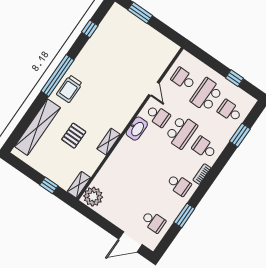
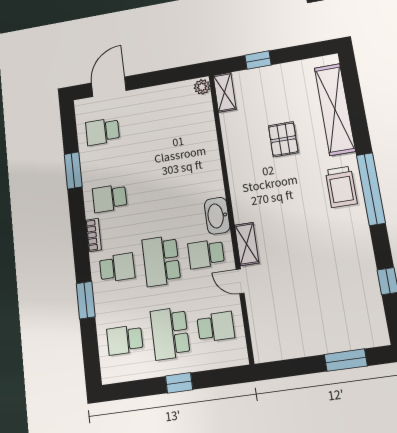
window: (234, 78) -> (179, 383), moved
trolley: (69, 89) -> (341, 187), turned 180
school desk: (207, 95) -> (170, 333), turned 180
school desk: (230, 111) -> (125, 340), turned 180
window: (240, 135) -> (86, 300), moved
shelving: (109, 142) -> (247, 244), moved
plant: (93, 197) -> (202, 87), width x0.53, depth x0.53

